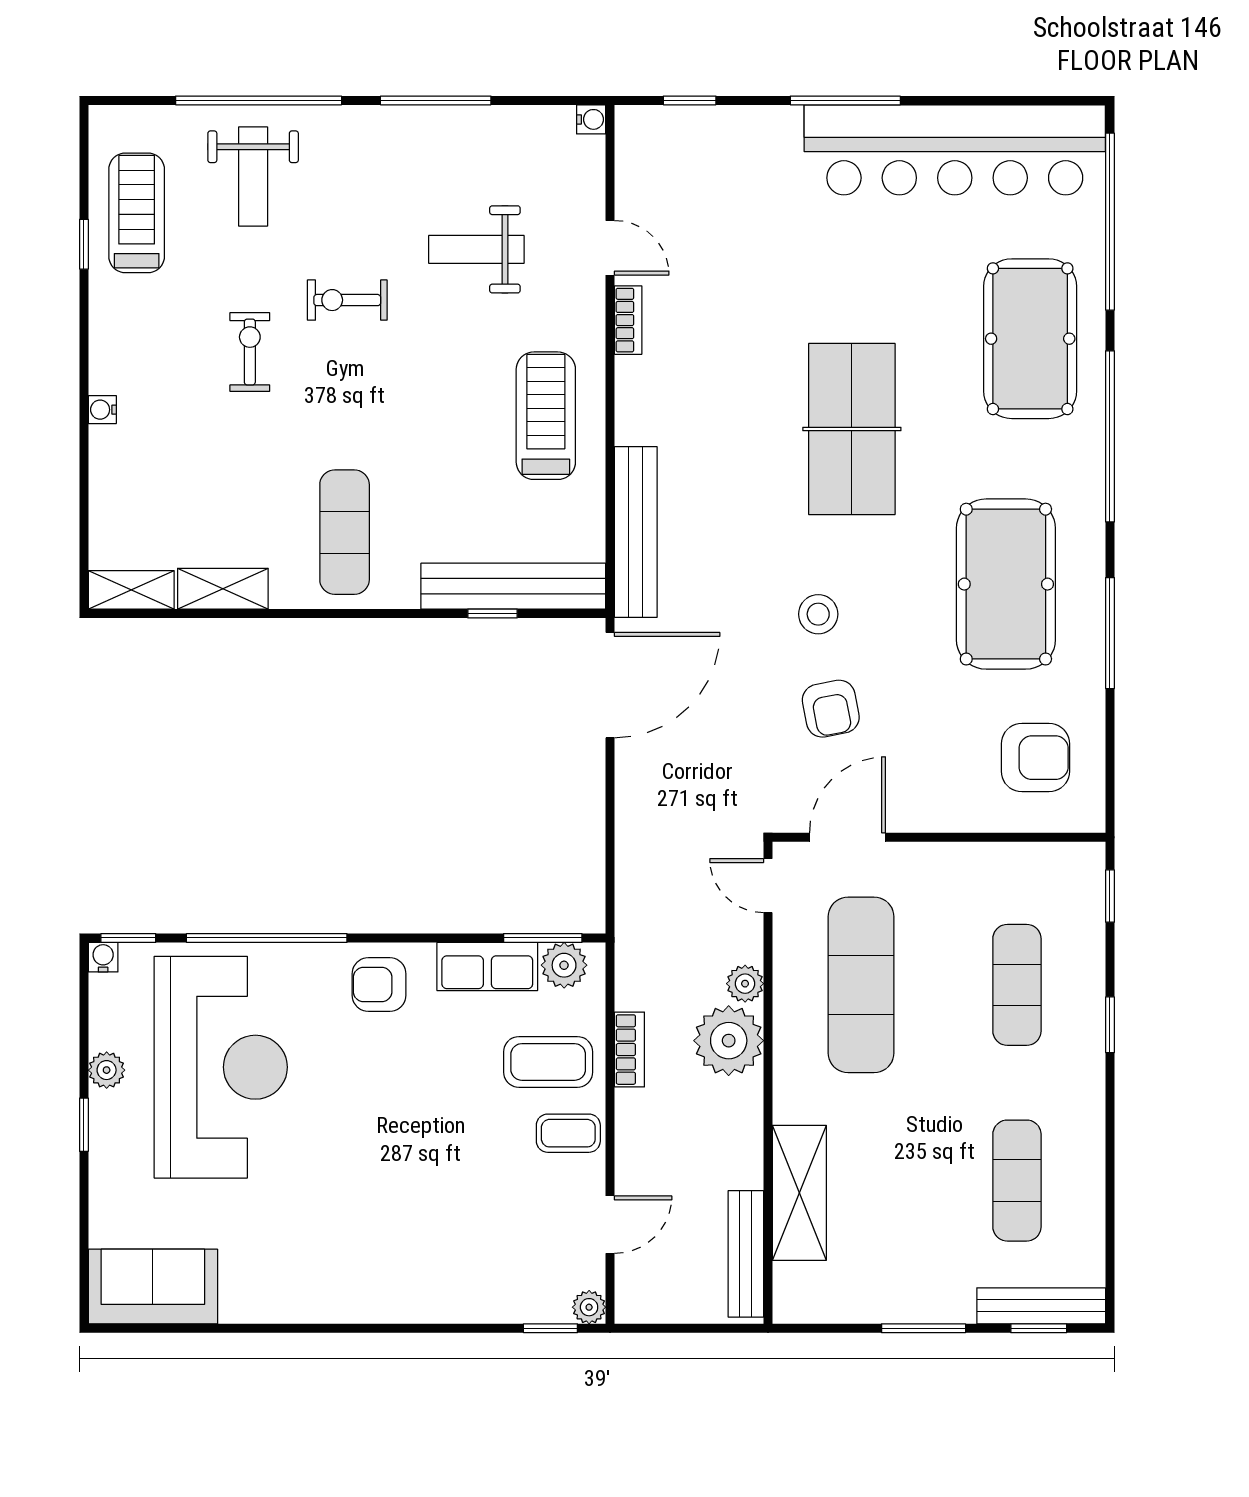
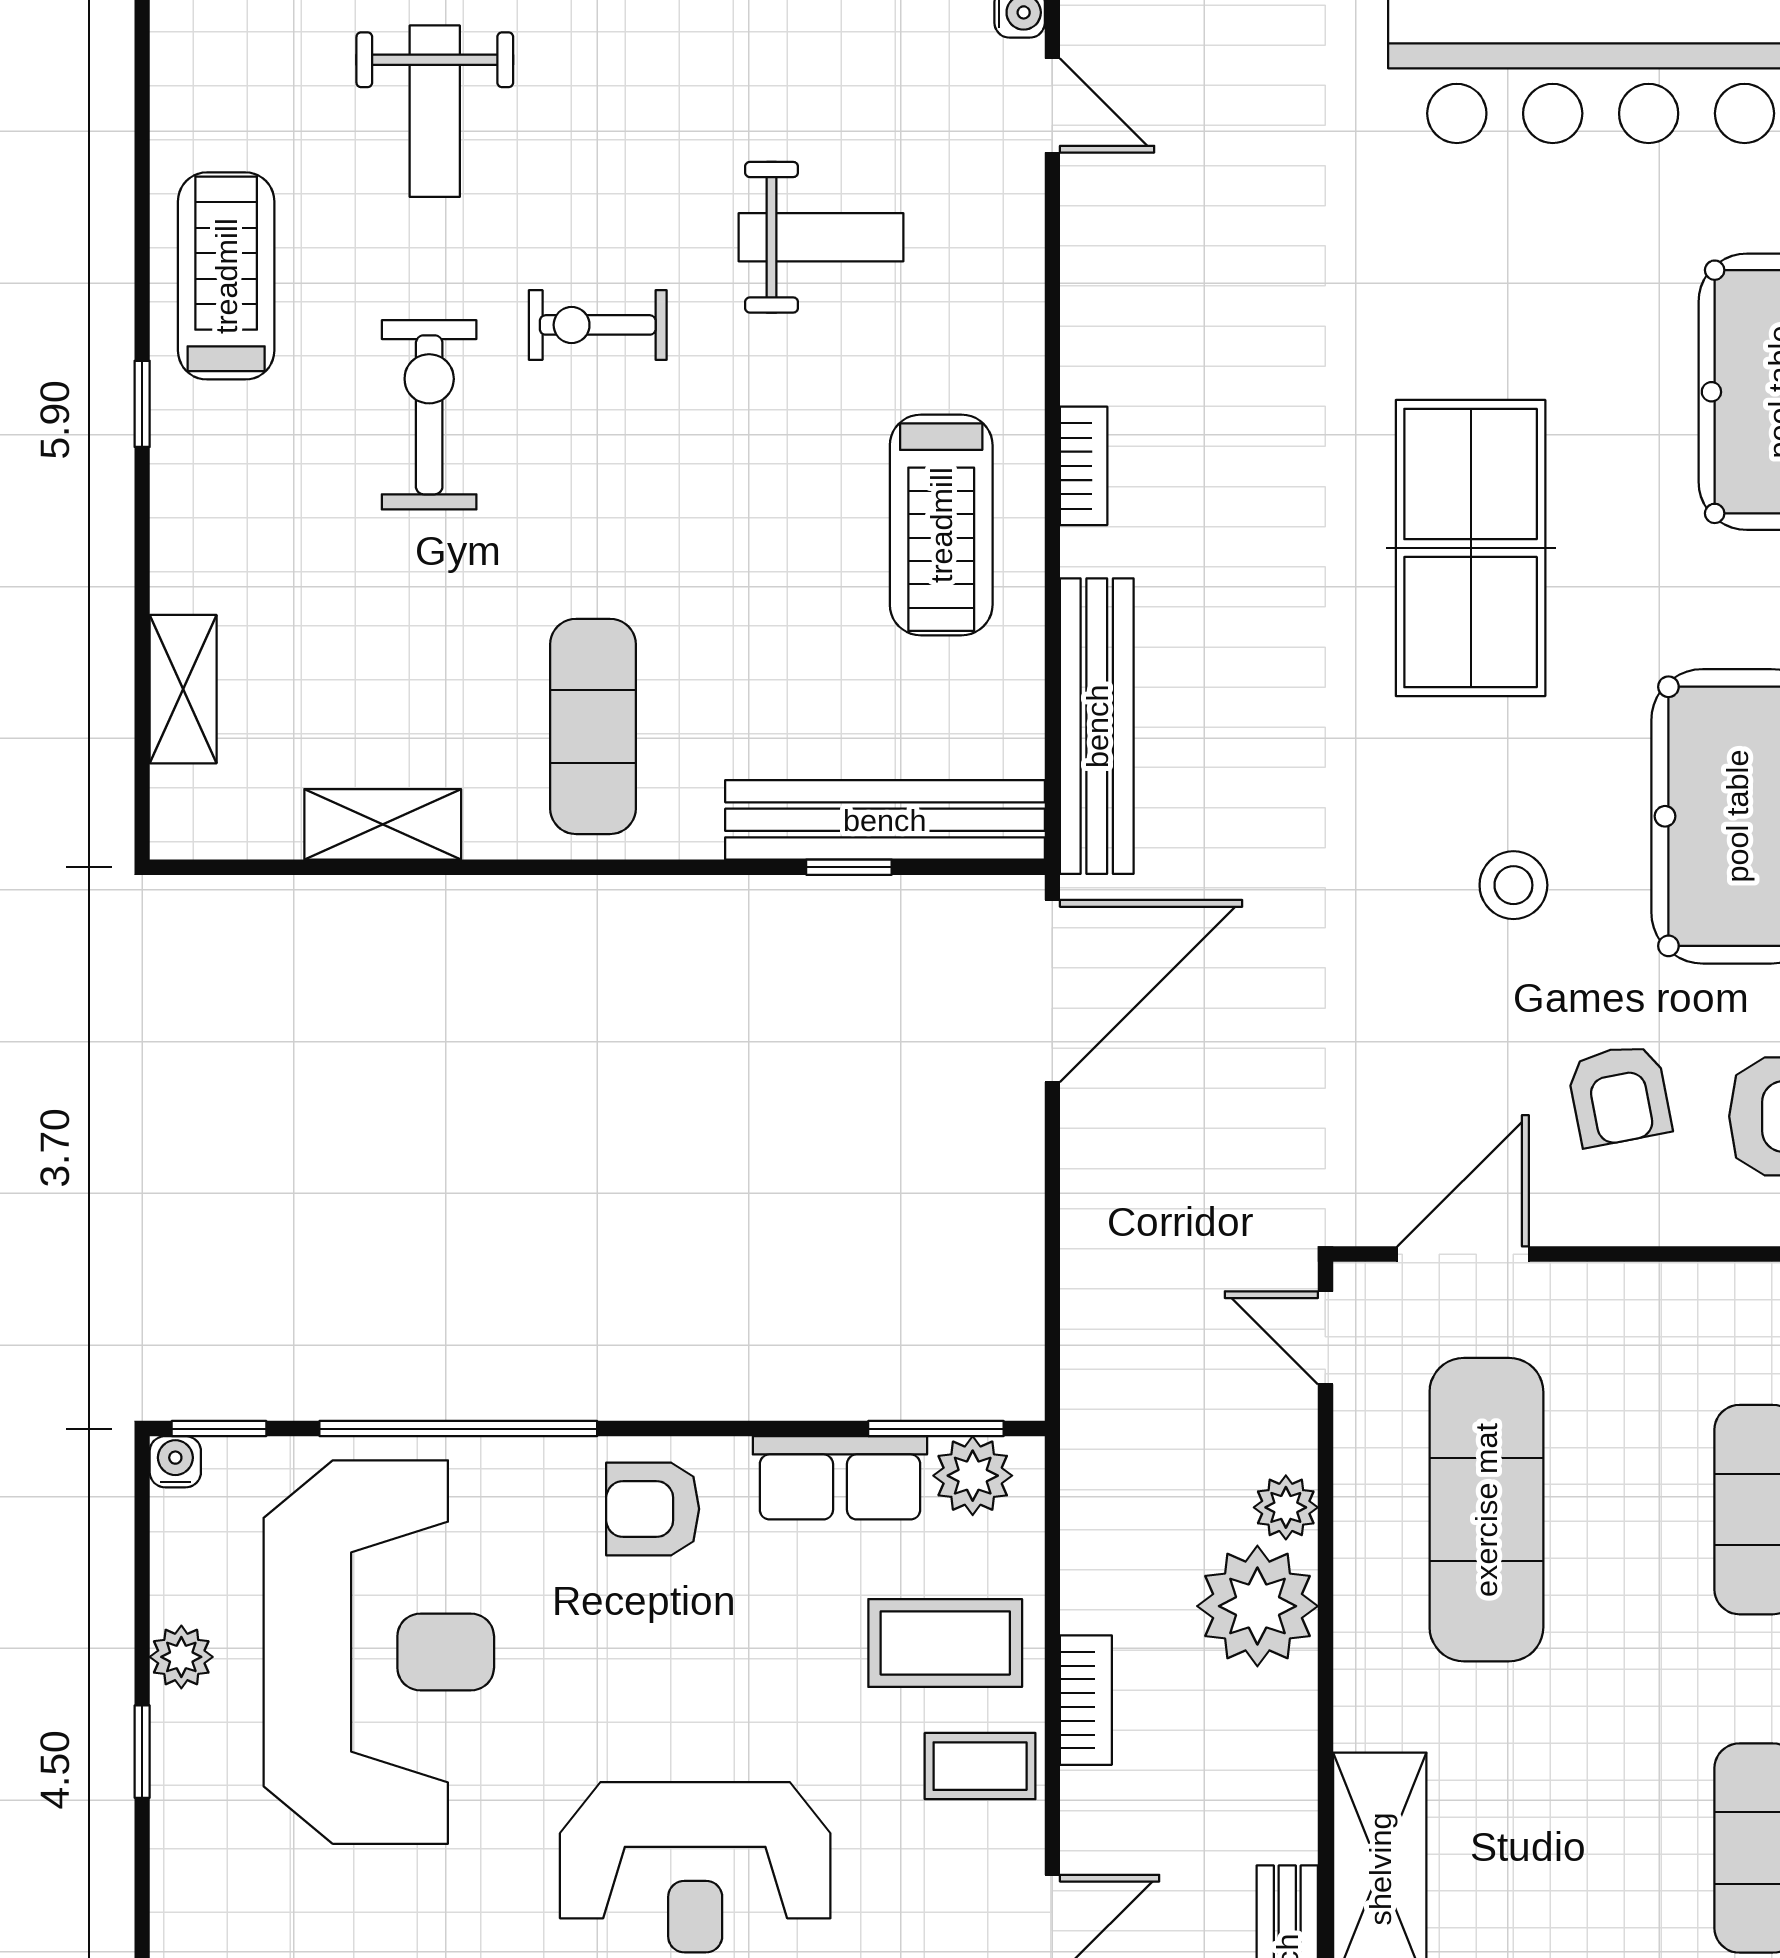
treadmill: (137, 213) -> (226, 276), moved
window: (84, 244) -> (142, 404), moved
door: (610, 248) -> (1052, 106), moved
weight bench: (476, 249) -> (821, 237), turned 180
bookcase: (628, 320) -> (1084, 466), moved
exercise bike: (250, 352) -> (429, 415), width x1.38, depth x1.39
water cooler: (102, 410) -> (174, 514), removed
treadmill: (546, 416) -> (941, 525), turned 180
shelving: (131, 590) -> (183, 689), moved, turned 90
stool: (818, 614) -> (1513, 885), moved
armchair: (831, 709) -> (1619, 1095), moved
bookcase: (629, 1050) -> (1086, 1700), moved
reception desk: (404, 1192) -> (695, 1867), added

